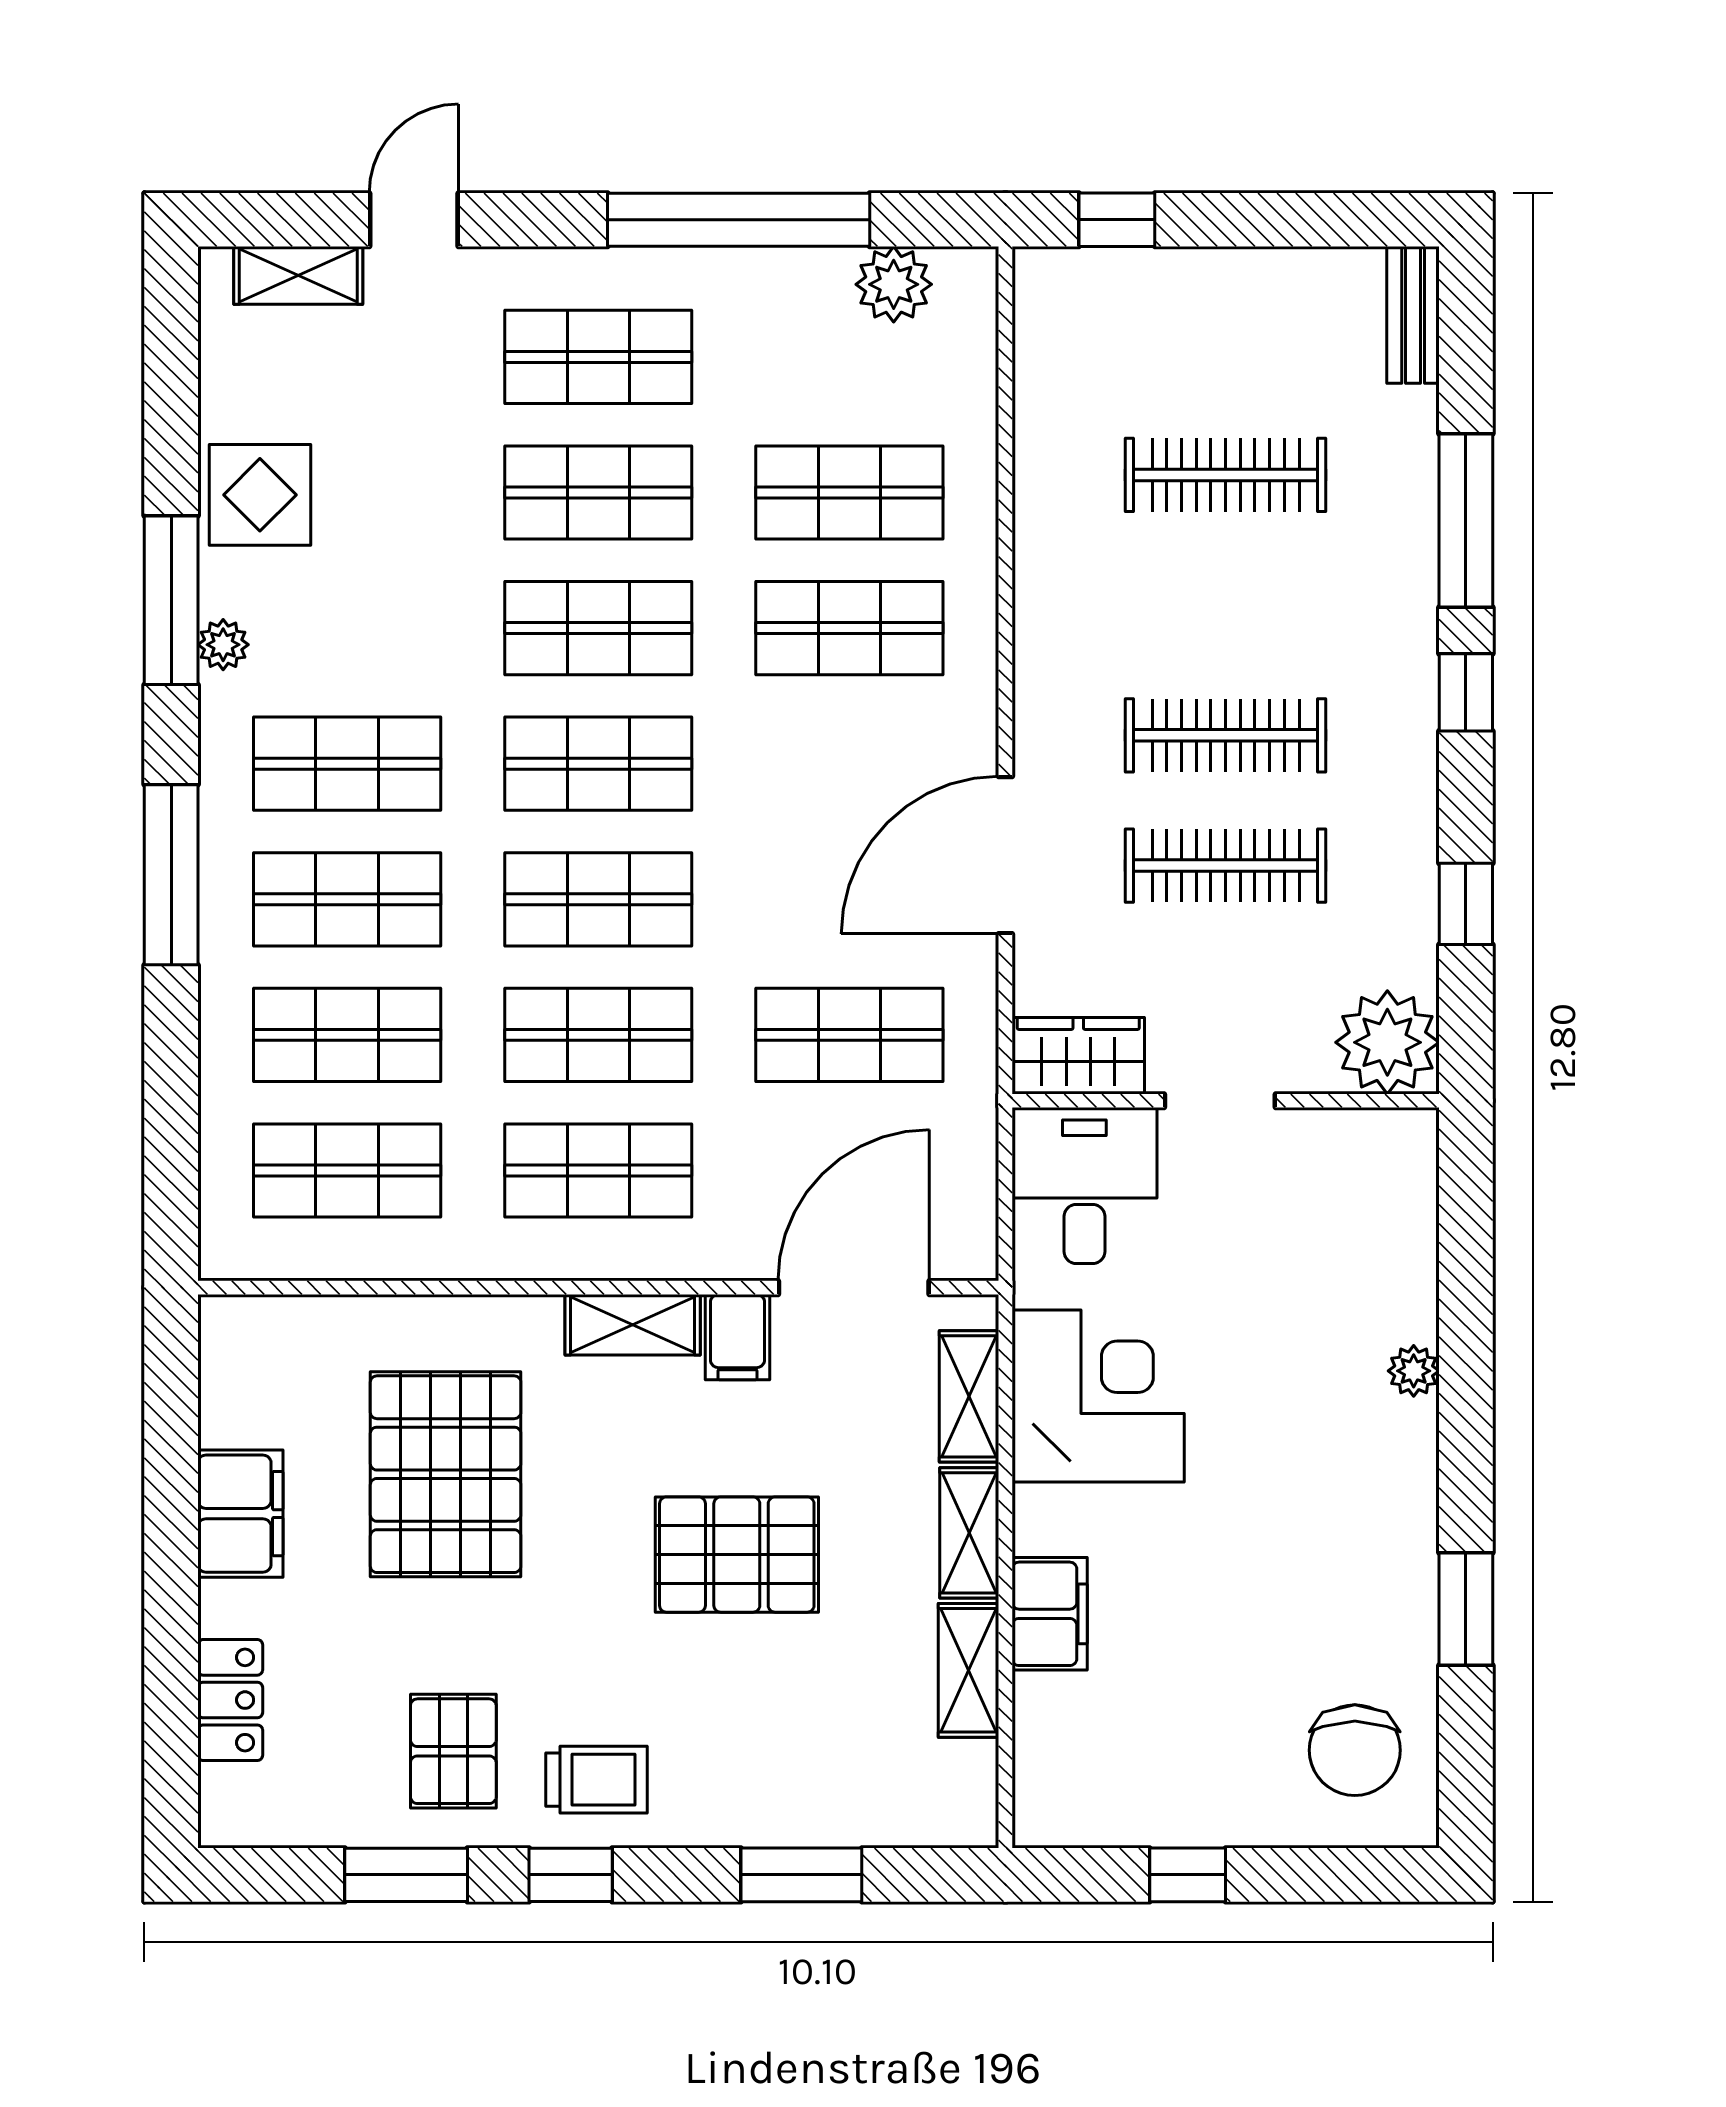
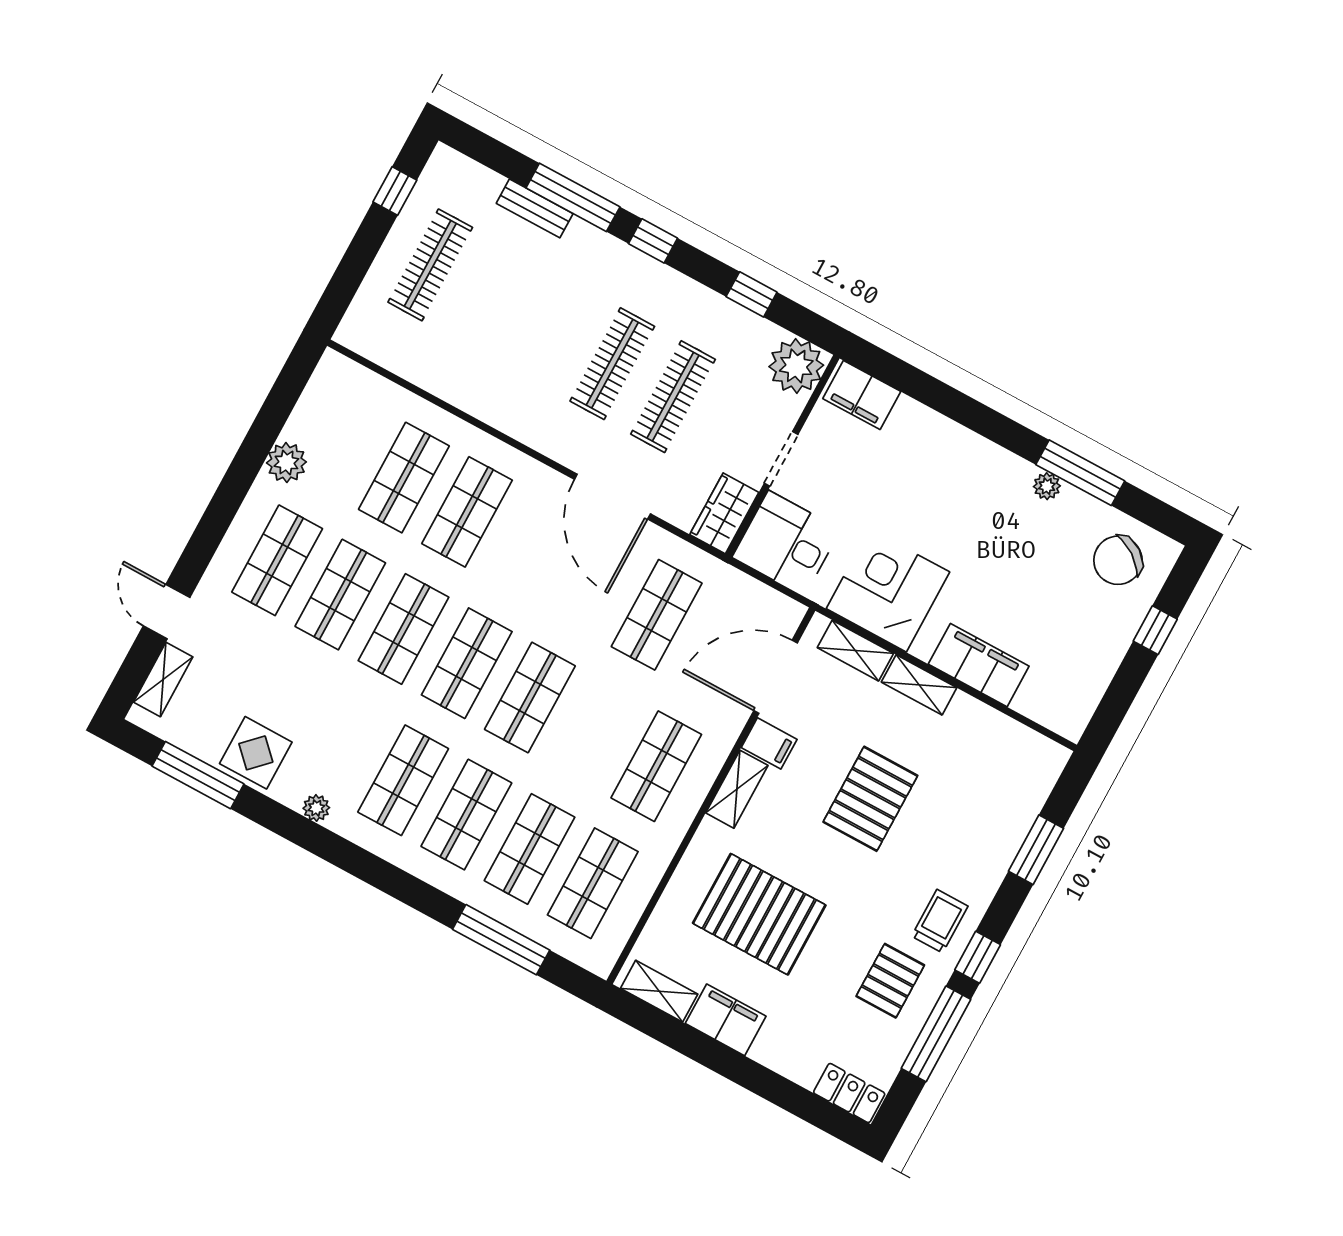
window: (739, 220) -> (249, 460), removed
window: (1117, 220) -> (395, 191), moved
plant: (894, 284) -> (286, 462), moved
bench: (1413, 315) -> (535, 208), moved
clothes rail: (1226, 475) -> (430, 265), moved
window: (171, 600) -> (198, 775), moved
window: (171, 875) -> (501, 940), moved
shop shelf: (598, 1035) -> (593, 732), removed
filing cabinet: (1398, 1177) -> (862, 395), added
door: (854, 1288) -> (776, 677), hinge flipped
plant: (1414, 1371) -> (1047, 486), moved
window: (1466, 1609) -> (1080, 473), width x1.44
filing cabinet: (1050, 1614) -> (979, 665), width x1.50, depth x1.17
shelving: (969, 1670) -> (659, 991), moved
locker: (230, 1700) -> (849, 1093), moved
chair: (1355, 1750) -> (1118, 560), turned 125
pallet: (453, 1751) -> (890, 981), turned 90
window: (406, 1875) -> (936, 1034), width x1.44
window: (1188, 1875) -> (1155, 630), moved

